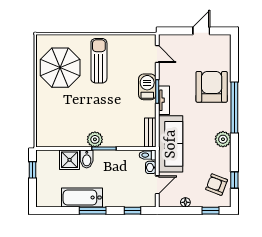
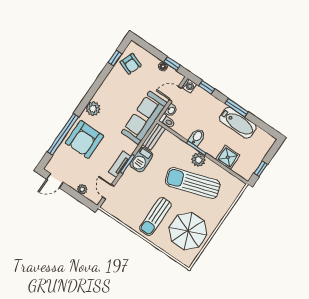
door: (201, 31) -> (55, 181), moved
plant: (183, 40) -> (82, 189), added
barbecue: (147, 87) -> (141, 160), moved
tv unit: (164, 100) -> (120, 164), moved
window: (234, 107) -> (63, 134), moved
sun lounger: (86, 115) -> (193, 183), added
plant: (223, 139) -> (93, 109), moved
bidet: (87, 159) -> (197, 137), moved
washing machine: (150, 201) -> (189, 86), added
window: (211, 211) -> (172, 64), moved

